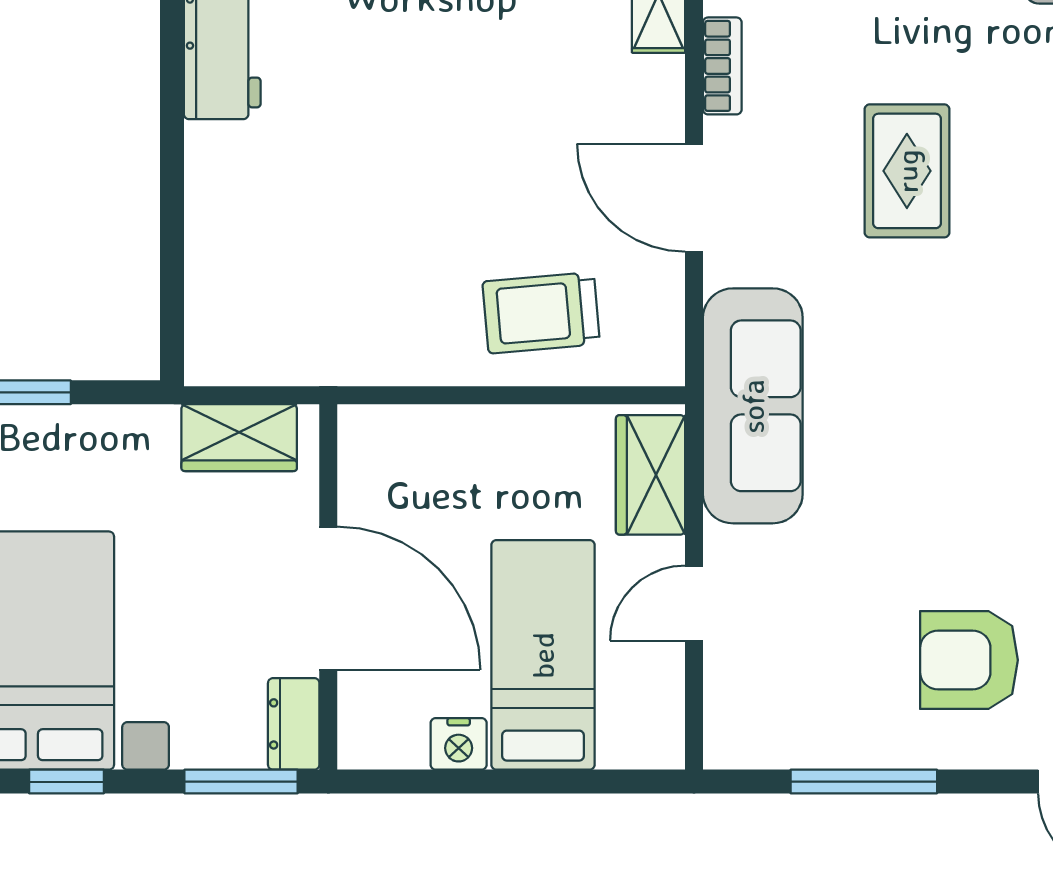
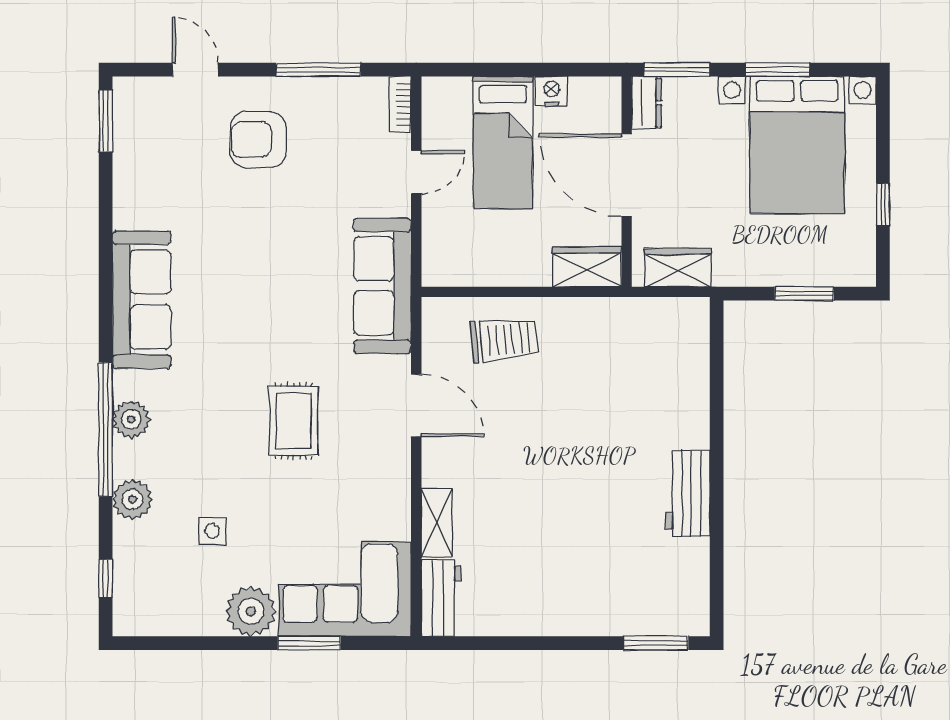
bookcase: (722, 66) -> (400, 104), moved
wardrobe: (651, 475) -> (587, 267), moved, turned -90
armchair: (969, 660) -> (258, 139), turned 180
window: (66, 782) -> (777, 70), width x1.50

